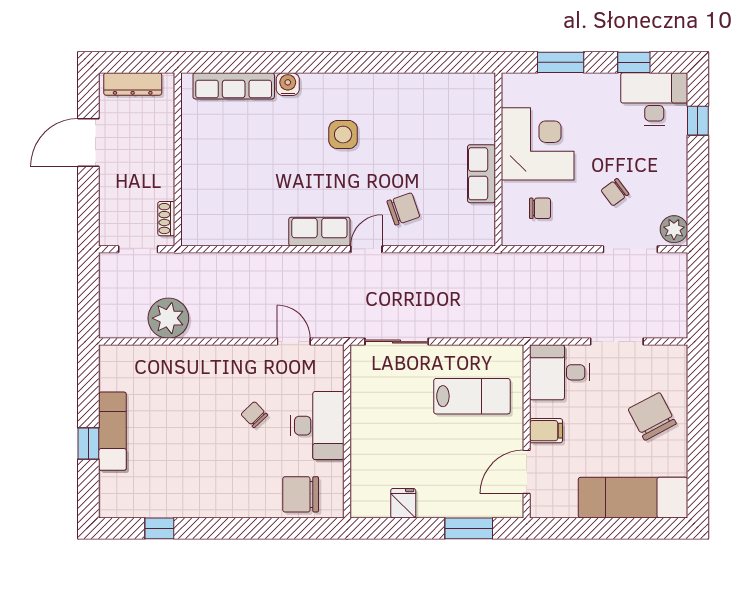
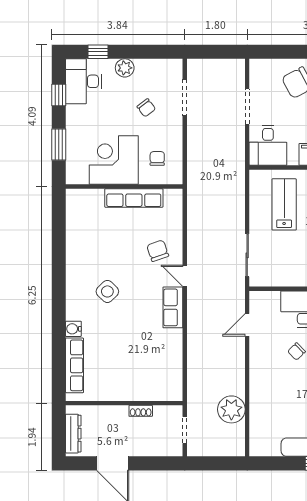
side table: (343, 135) -> (107, 291), turned 45
row of seats: (481, 174) -> (134, 198), width x1.48
shoe rack: (166, 219) -> (141, 411), moved
plant: (674, 229) -> (125, 68), moved

